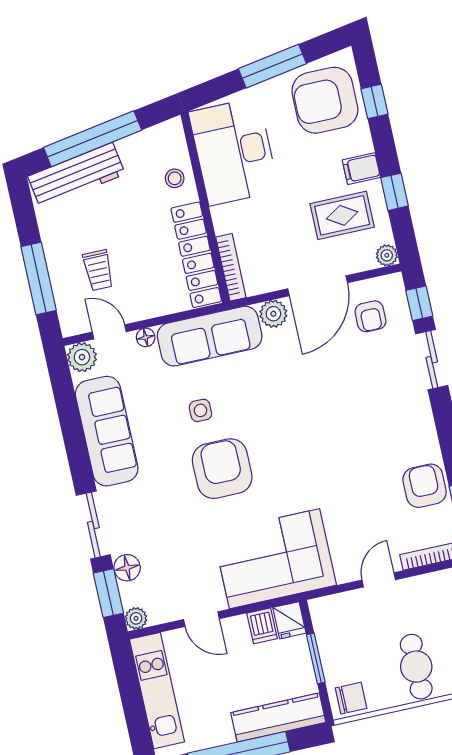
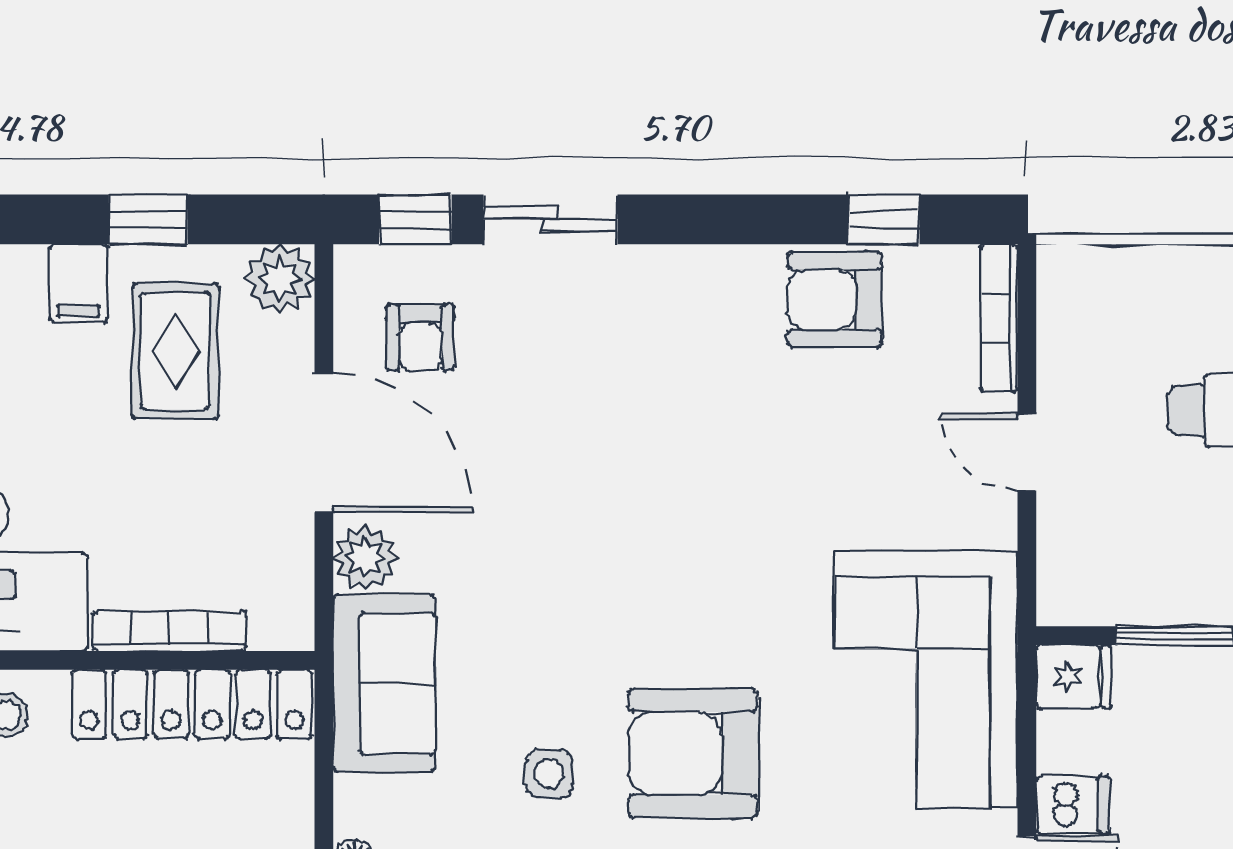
plant: (387, 255) -> (280, 279), width x1.38, depth x1.38
bookcase: (231, 267) -> (169, 631), moved
armchair: (370, 316) -> (420, 337), turned 90
sofa: (210, 336) -> (384, 683), width x0.73
dishwasher: (262, 626) -> (1073, 805), moved

